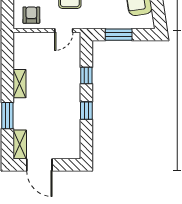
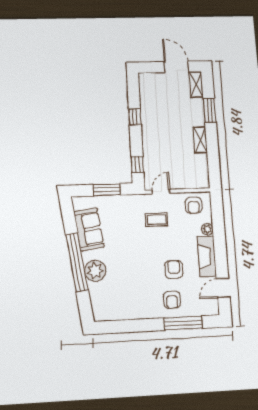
window: (86, 76) -> (137, 164), moved

